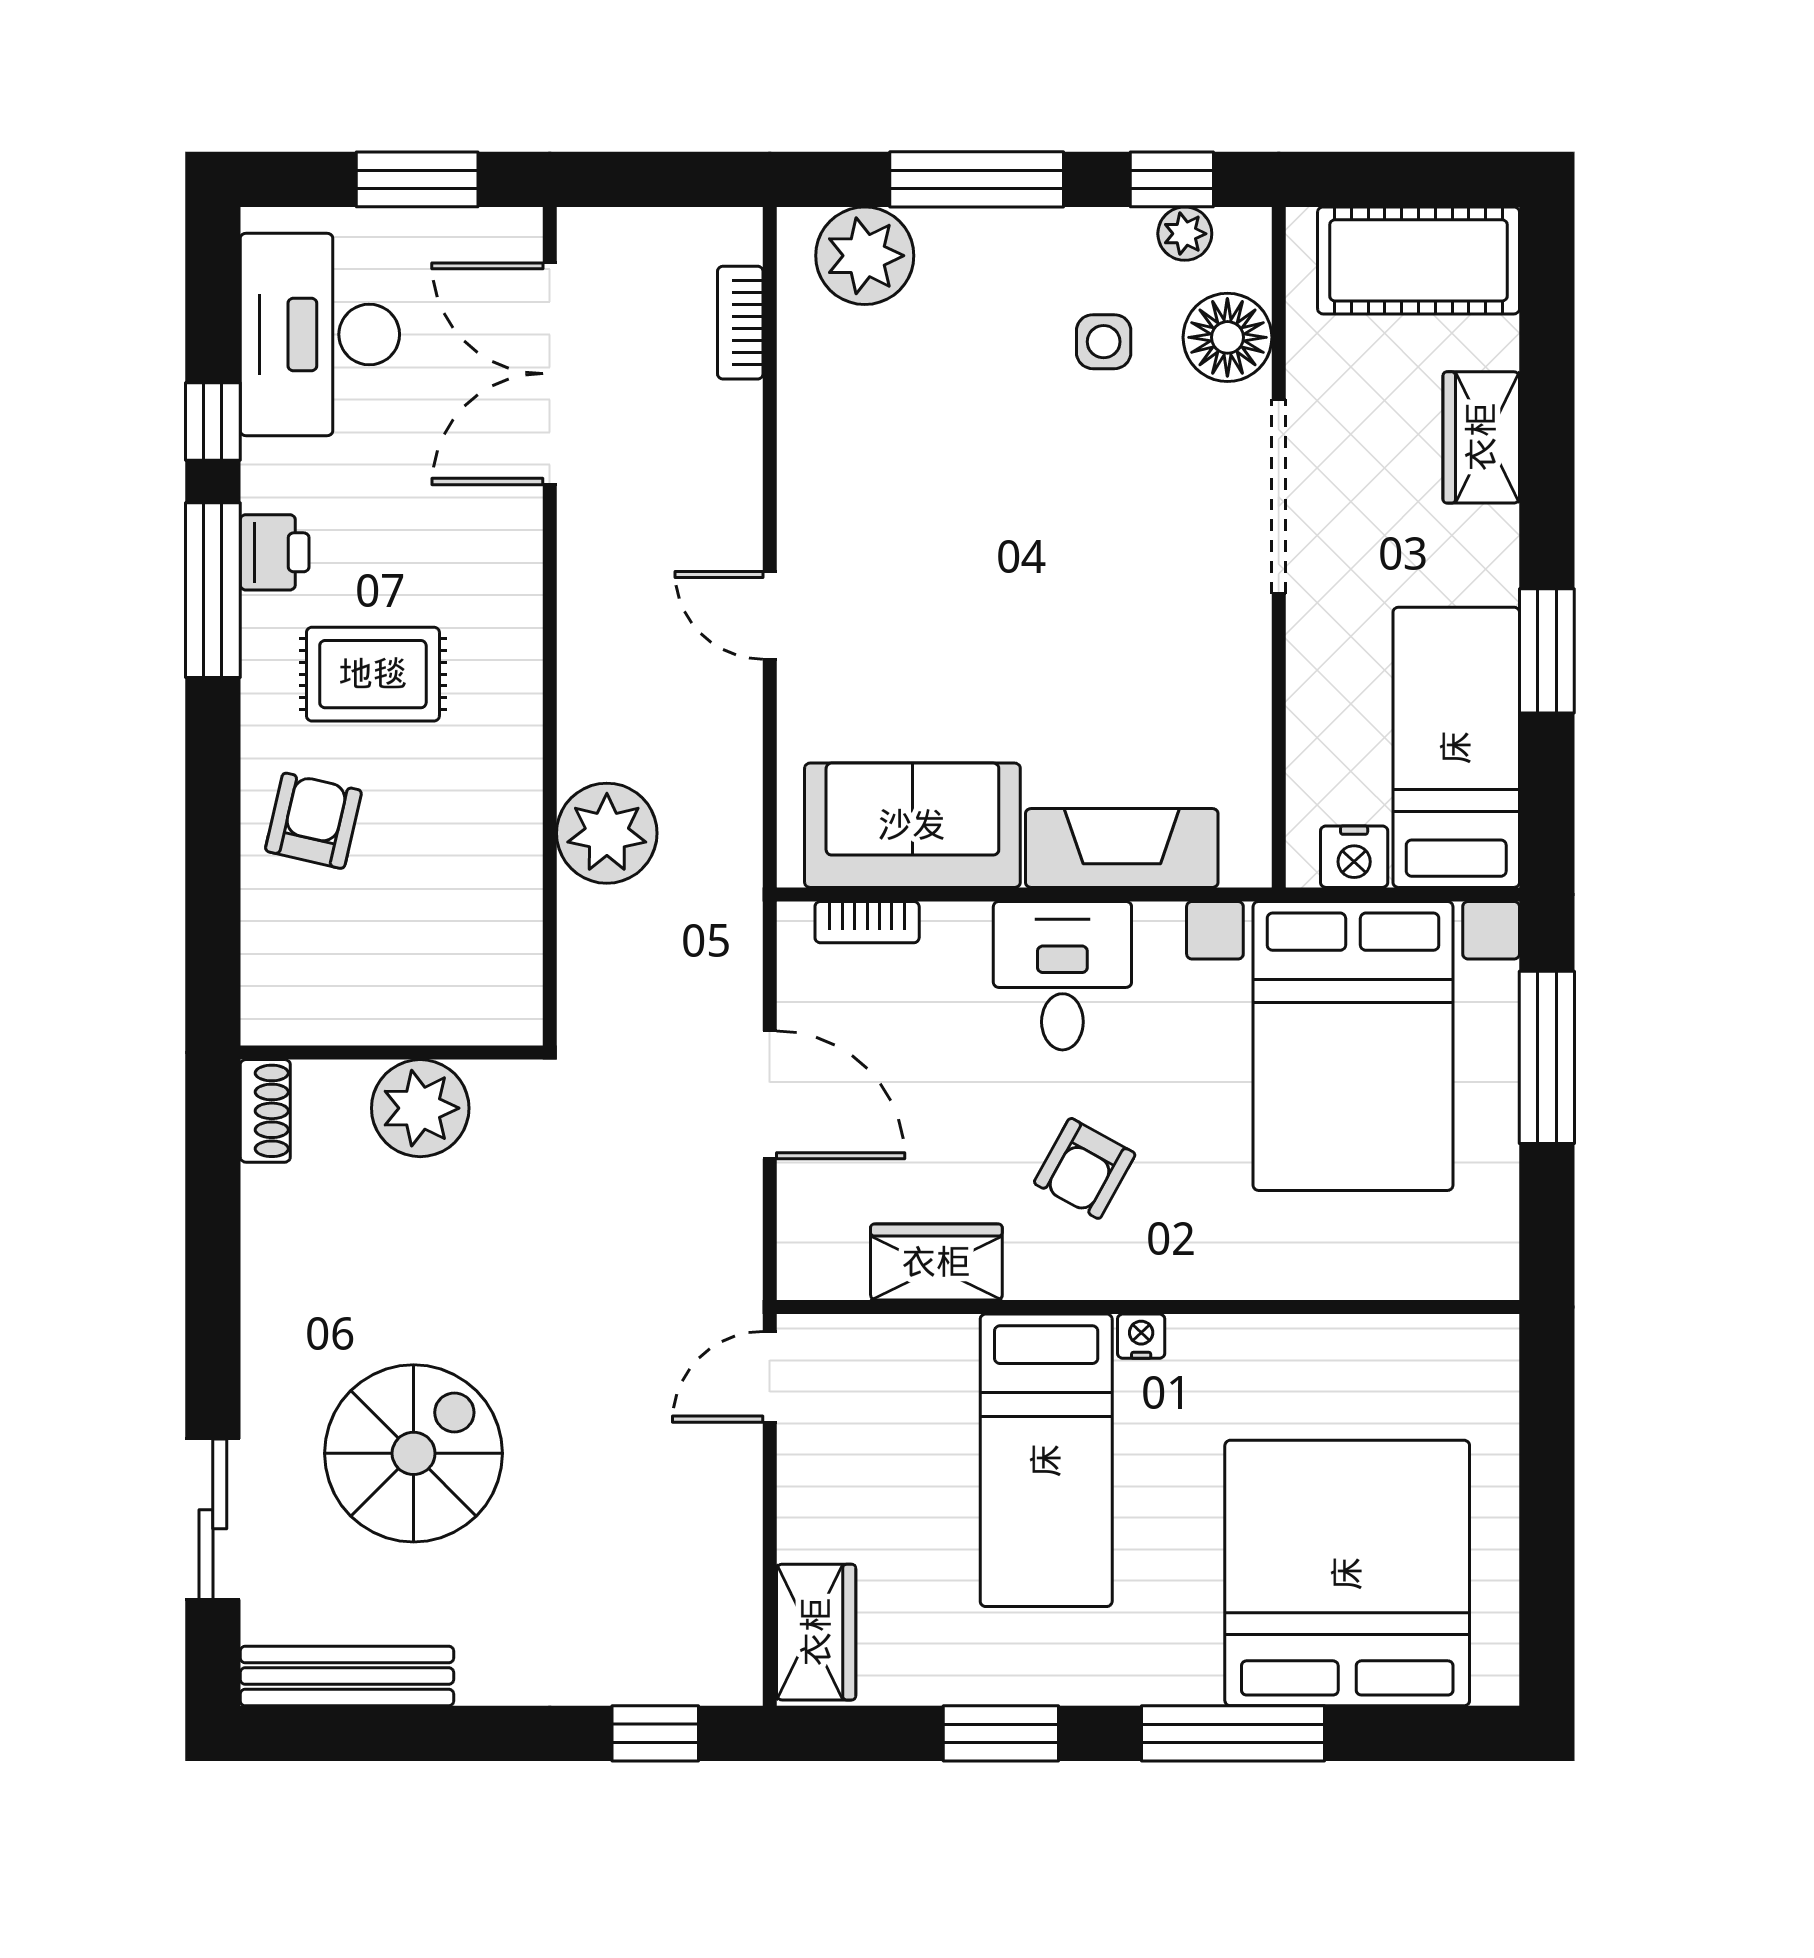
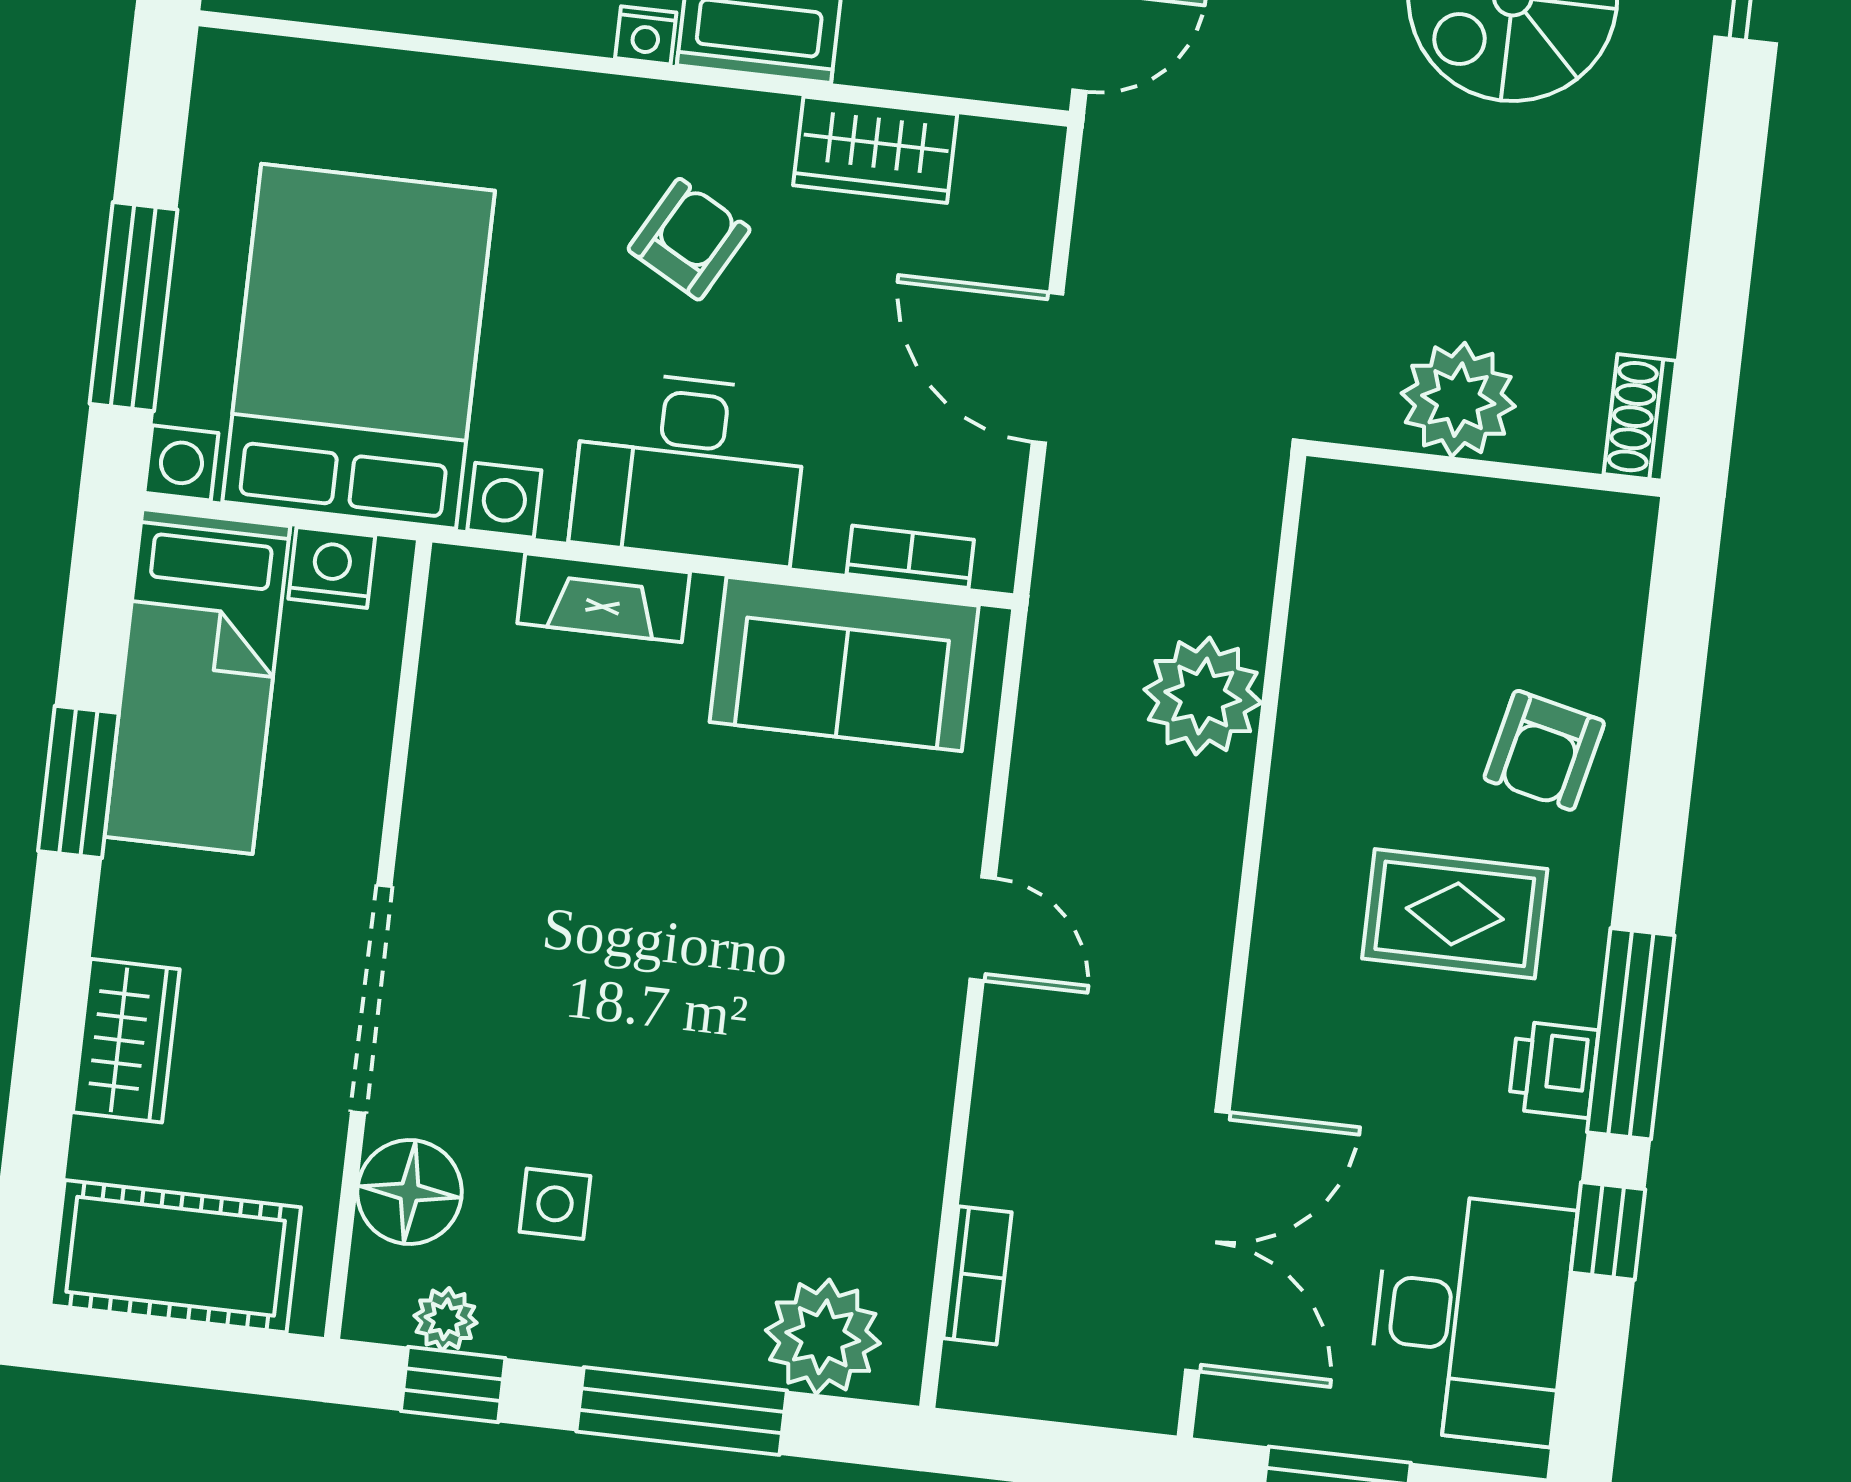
fireplace: (1122, 848) -> (604, 598), width x0.73, depth x0.76
desk: (1062, 976) -> (689, 468), width x1.37

